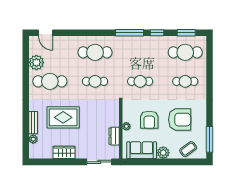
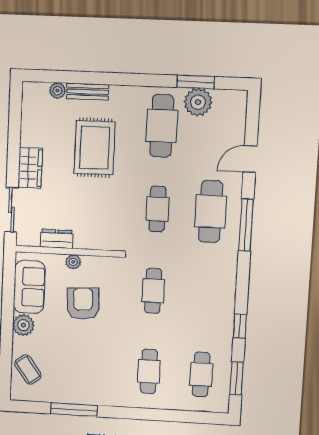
door: (46, 33) -> (250, 159), moved
window: (129, 33) -> (246, 225), moved
cafe table: (185, 52) -> (201, 374), width x0.73, depth x0.74
window: (26, 64) -> (196, 82), added
armchair: (149, 120) -> (83, 303), turned 87
armchair: (180, 120) -> (81, 358), removed
window: (209, 139) -> (74, 410), moved
wardrobe: (64, 152) -> (30, 168), moved

